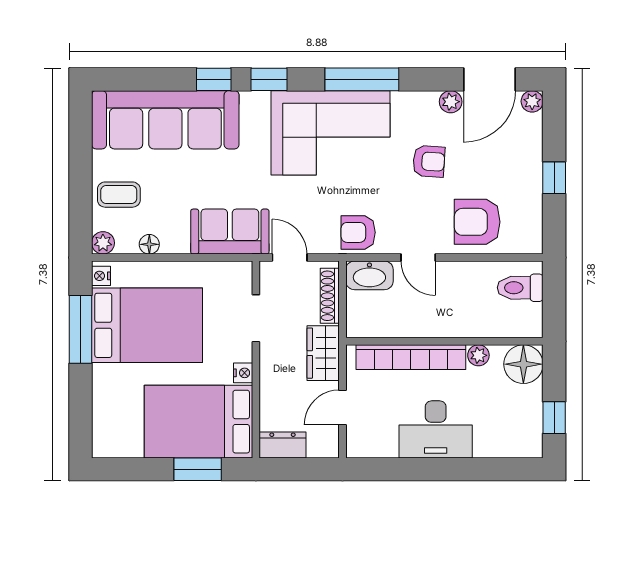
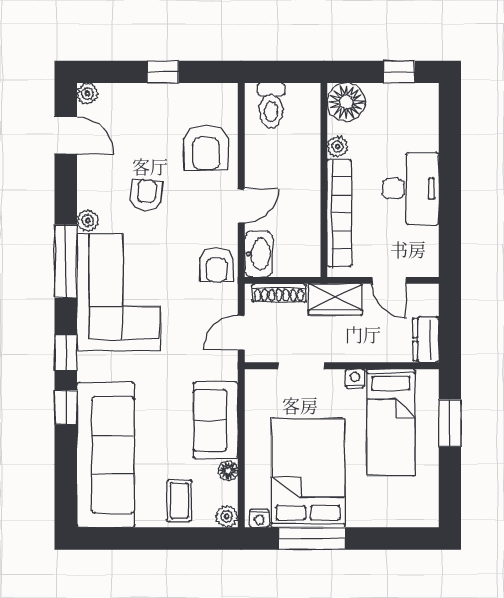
door: (490, 79) -> (66, 136), width x0.73
plant: (451, 102) -> (88, 221), moved
sofa: (230, 232) -> (216, 420), moved
bed: (198, 422) -> (391, 422), width x0.67

